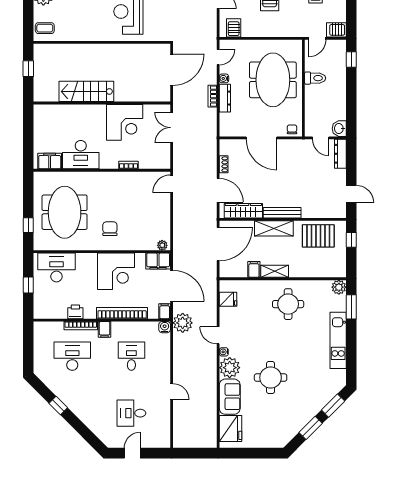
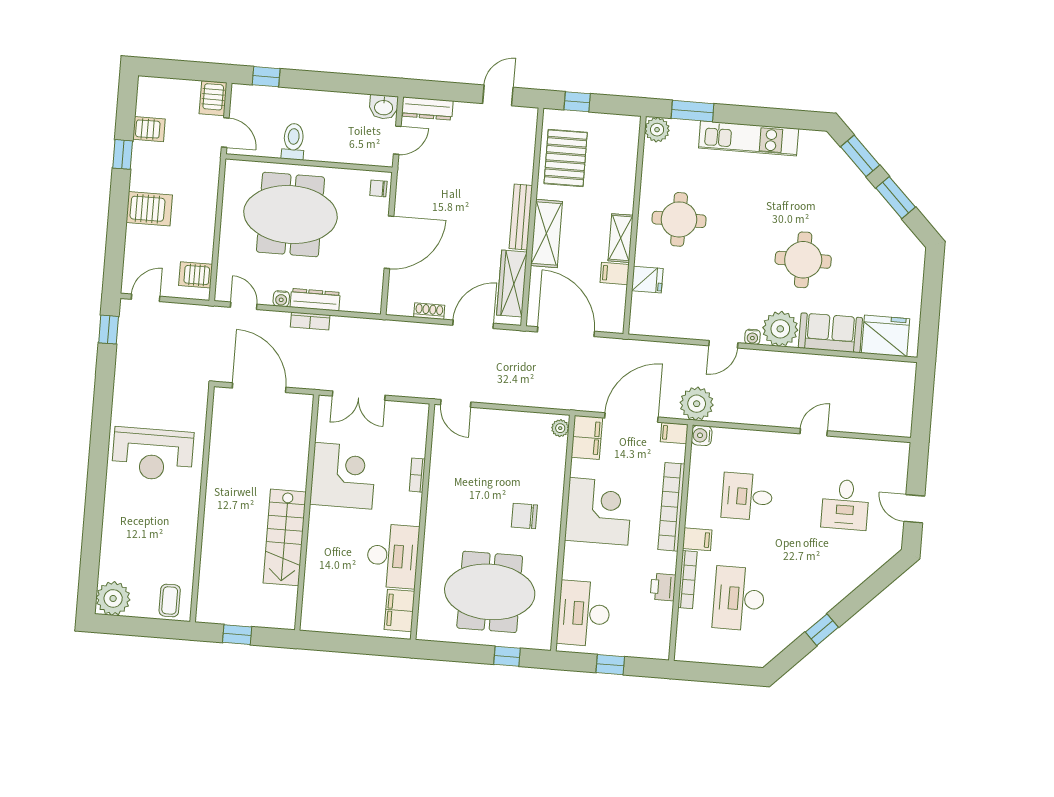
fridge: (228, 299) -> (647, 280), moved, turned 90

